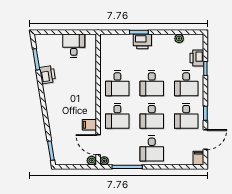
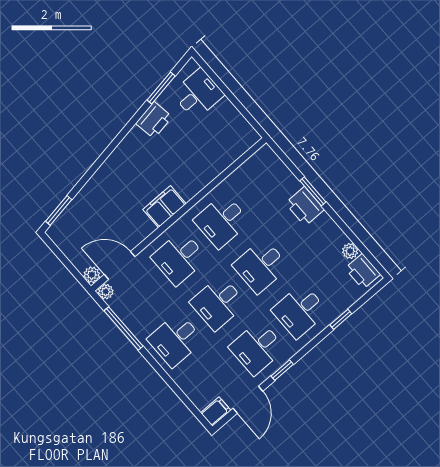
desk: (74, 46) -> (198, 94), moved
printer: (197, 58) -> (363, 271), moved, turned -90
filing cabinet: (89, 125) -> (164, 207), moved, width x2.00
door: (205, 140) -> (248, 400), hinge flipped
door: (98, 145) -> (120, 265), hinge flipped

